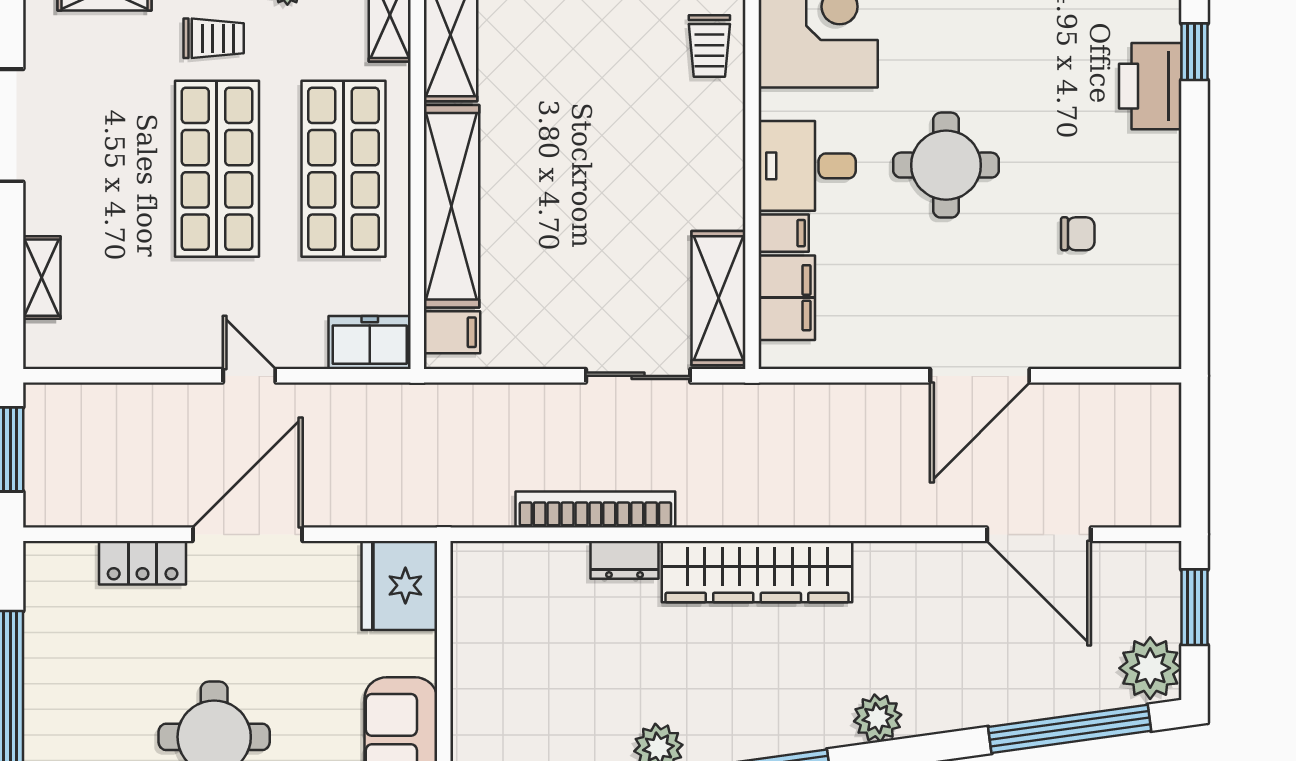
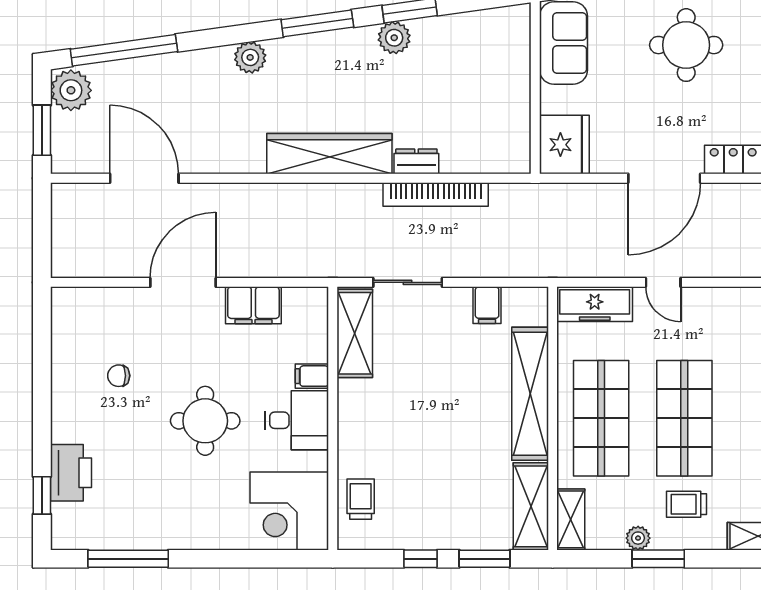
filing cabinet: (787, 298) -> (253, 305), moved, turned -90
filing cabinet: (452, 332) -> (487, 305), moved, turned -90
freezer: (370, 343) -> (595, 304), width x1.40

